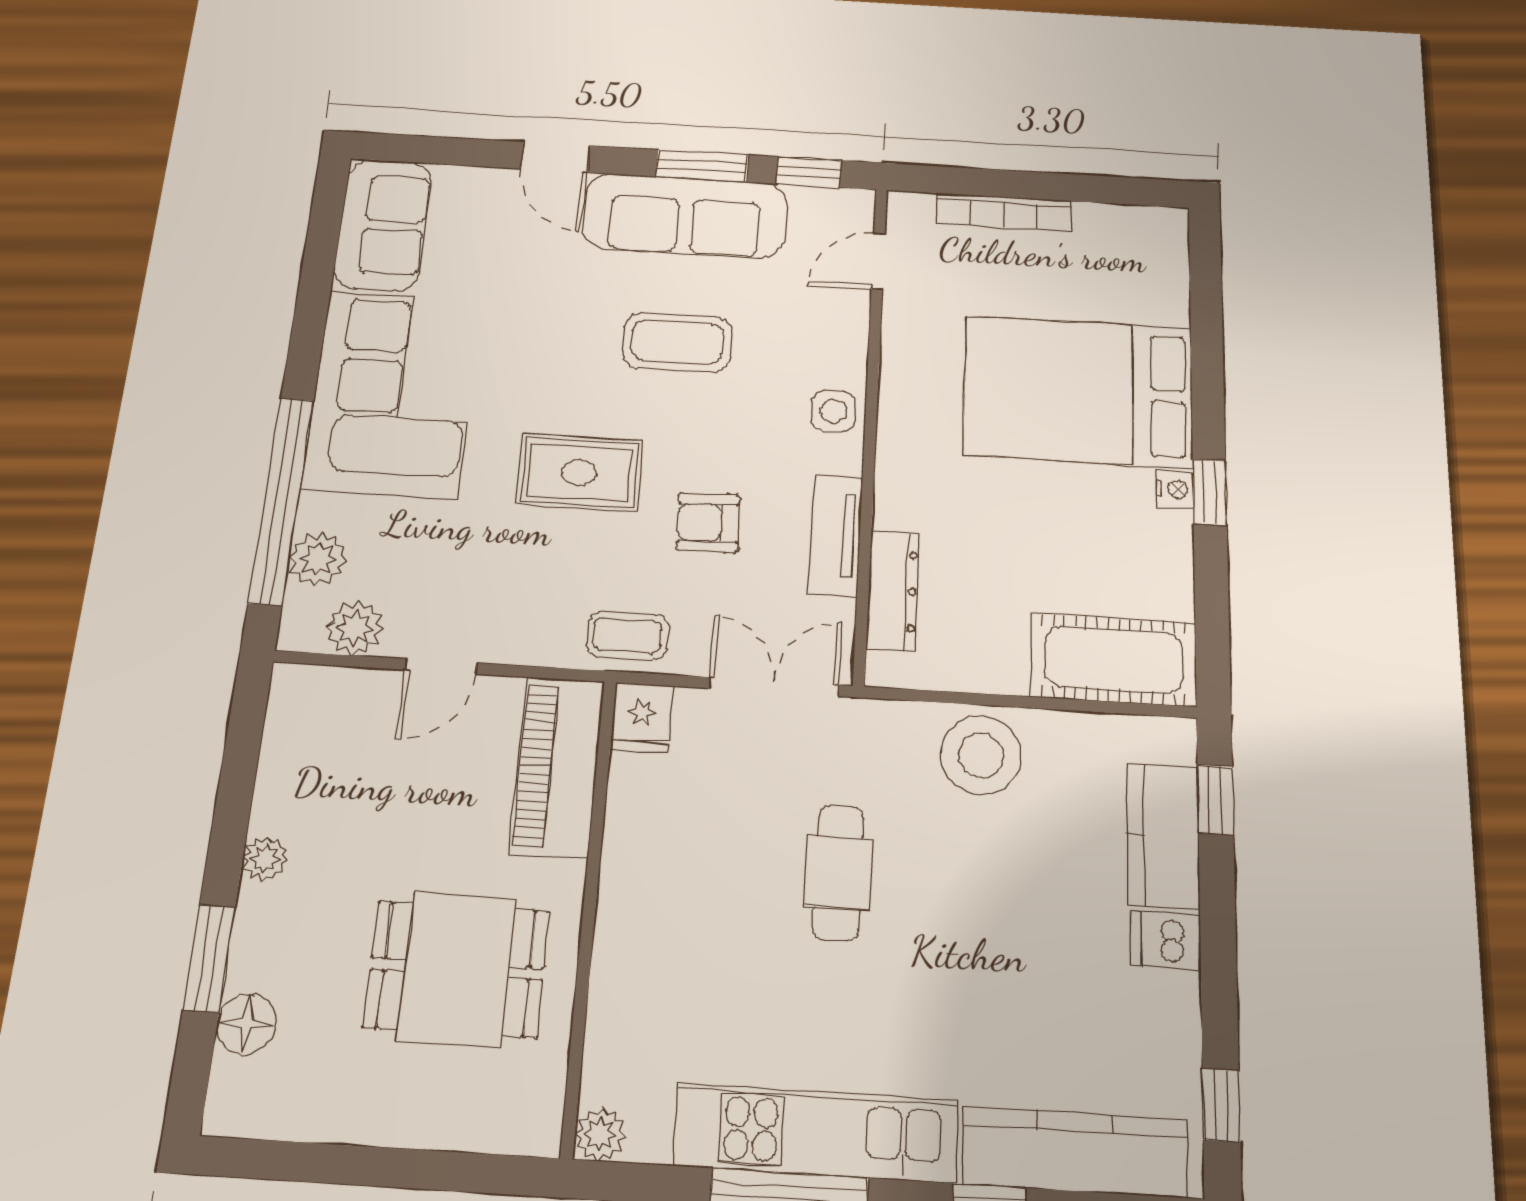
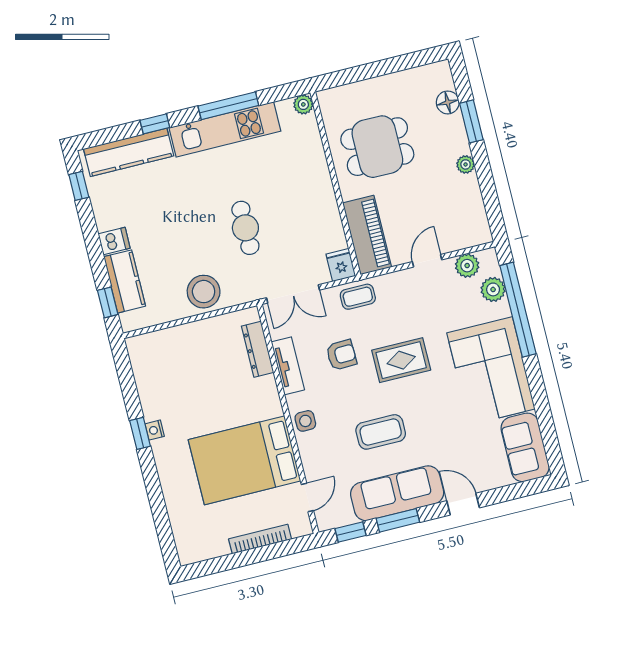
bed: (1078, 391) -> (245, 460), moved, turned 180
cot: (1114, 660) -> (162, 348), removed

